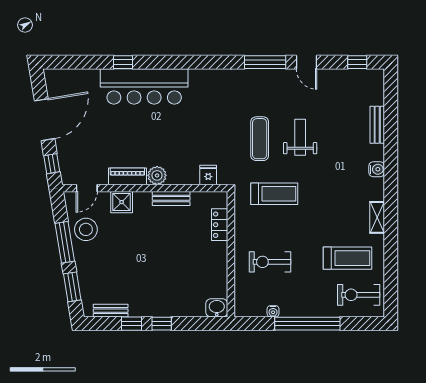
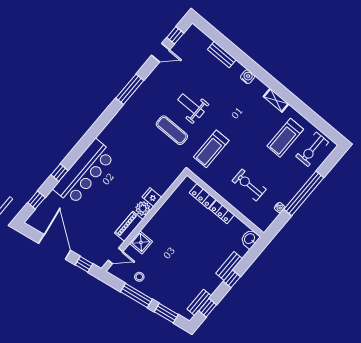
window: (76, 62) -> (36, 200), added
door: (307, 62) -> (161, 53), moved
fridge: (208, 175) -> (152, 197), moved
door: (87, 188) -> (115, 256), hinge flipped
treadmill: (274, 194) -> (211, 149), turned 180
bench: (171, 198) -> (229, 266), moved
stool: (86, 229) -> (139, 277), width x0.53, depth x0.53
locker: (220, 257) -> (222, 212), added
treadmill: (348, 258) -> (285, 138), turned 180
exercise bike: (270, 262) -> (249, 185), turned 90
window: (132, 324) -> (208, 308), moved

